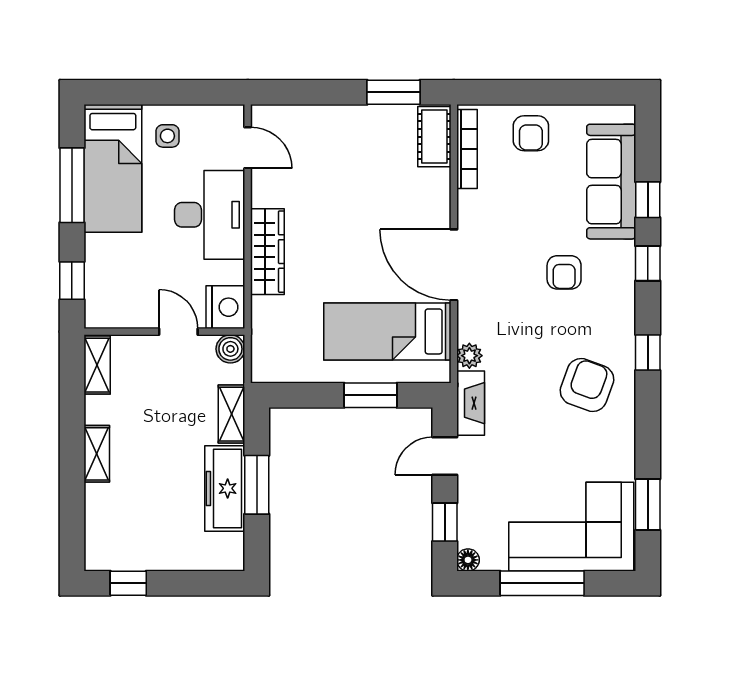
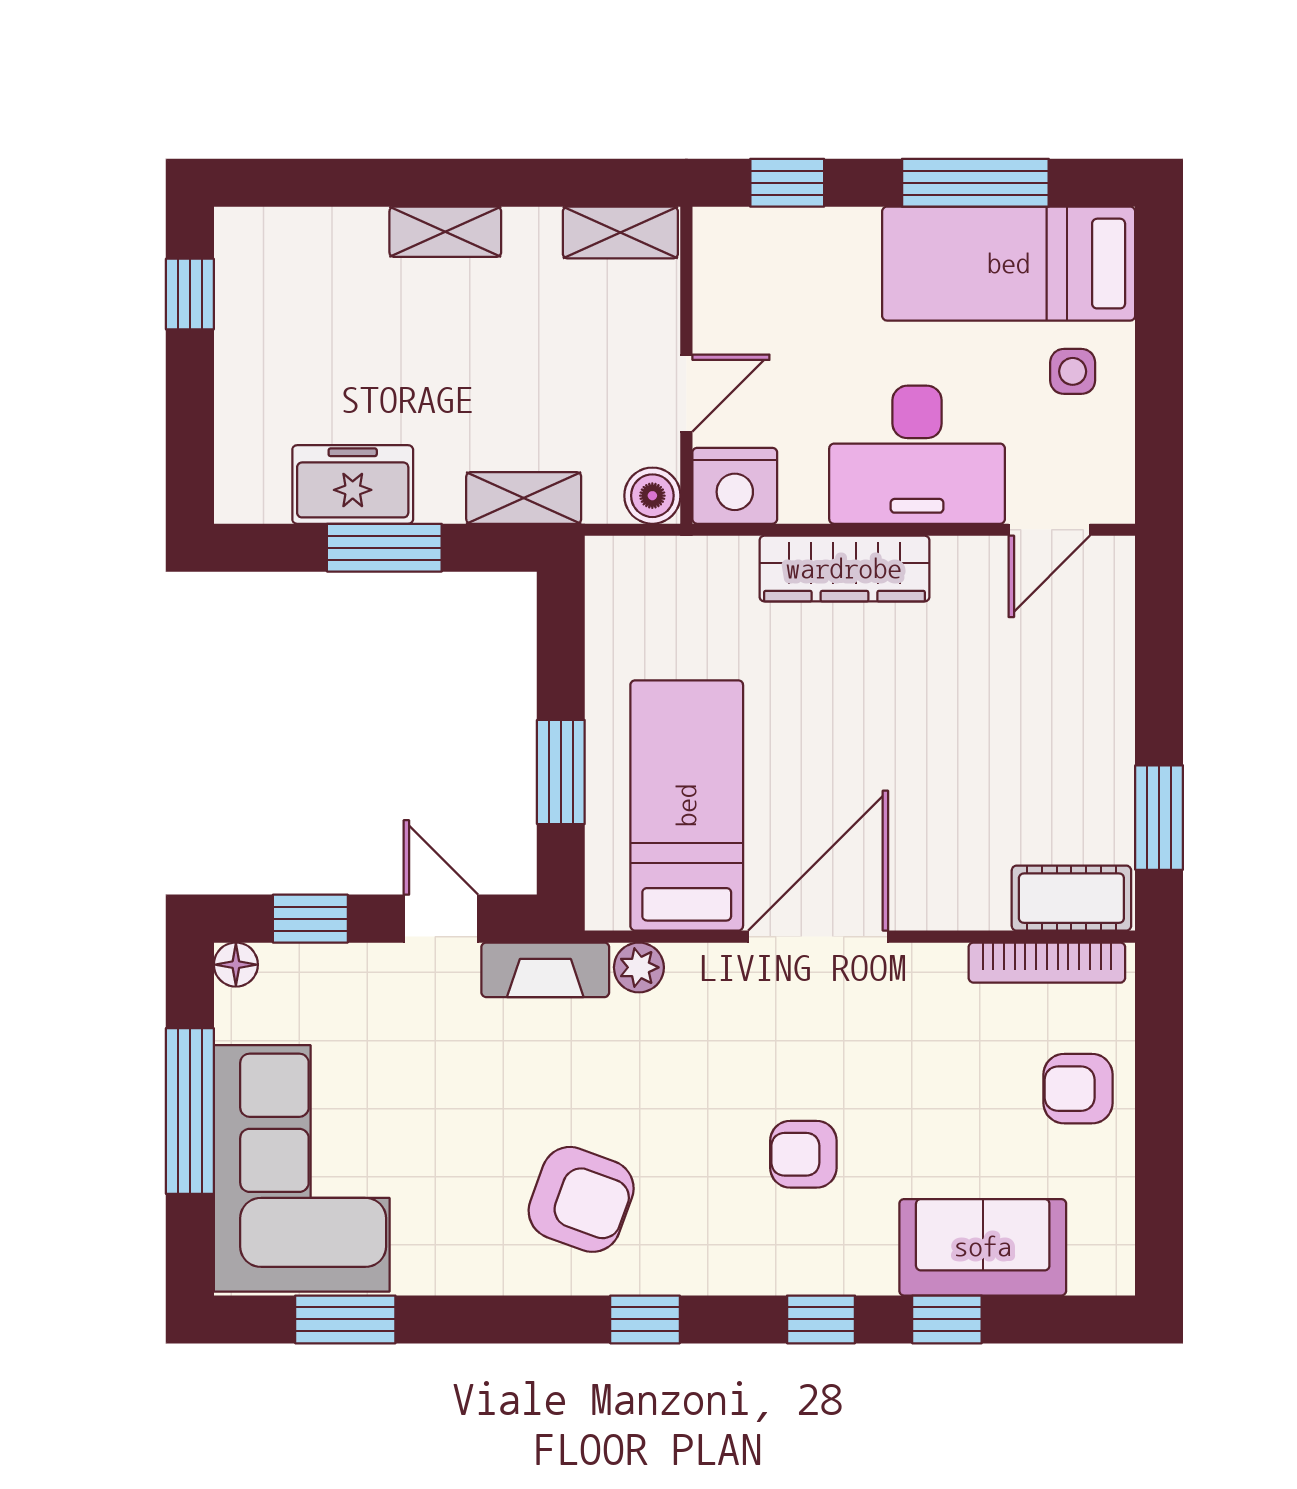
sofa: (611, 182) -> (983, 1247), width x0.73
freezer: (225, 488) -> (353, 484), width x0.71

